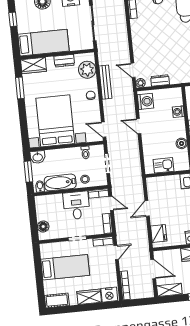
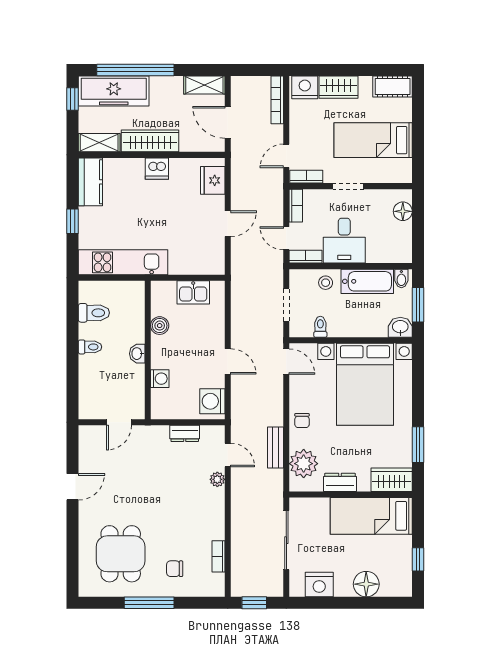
bench: (105, 82) -> (275, 447), width x0.73
plant: (141, 83) -> (217, 479), moved

